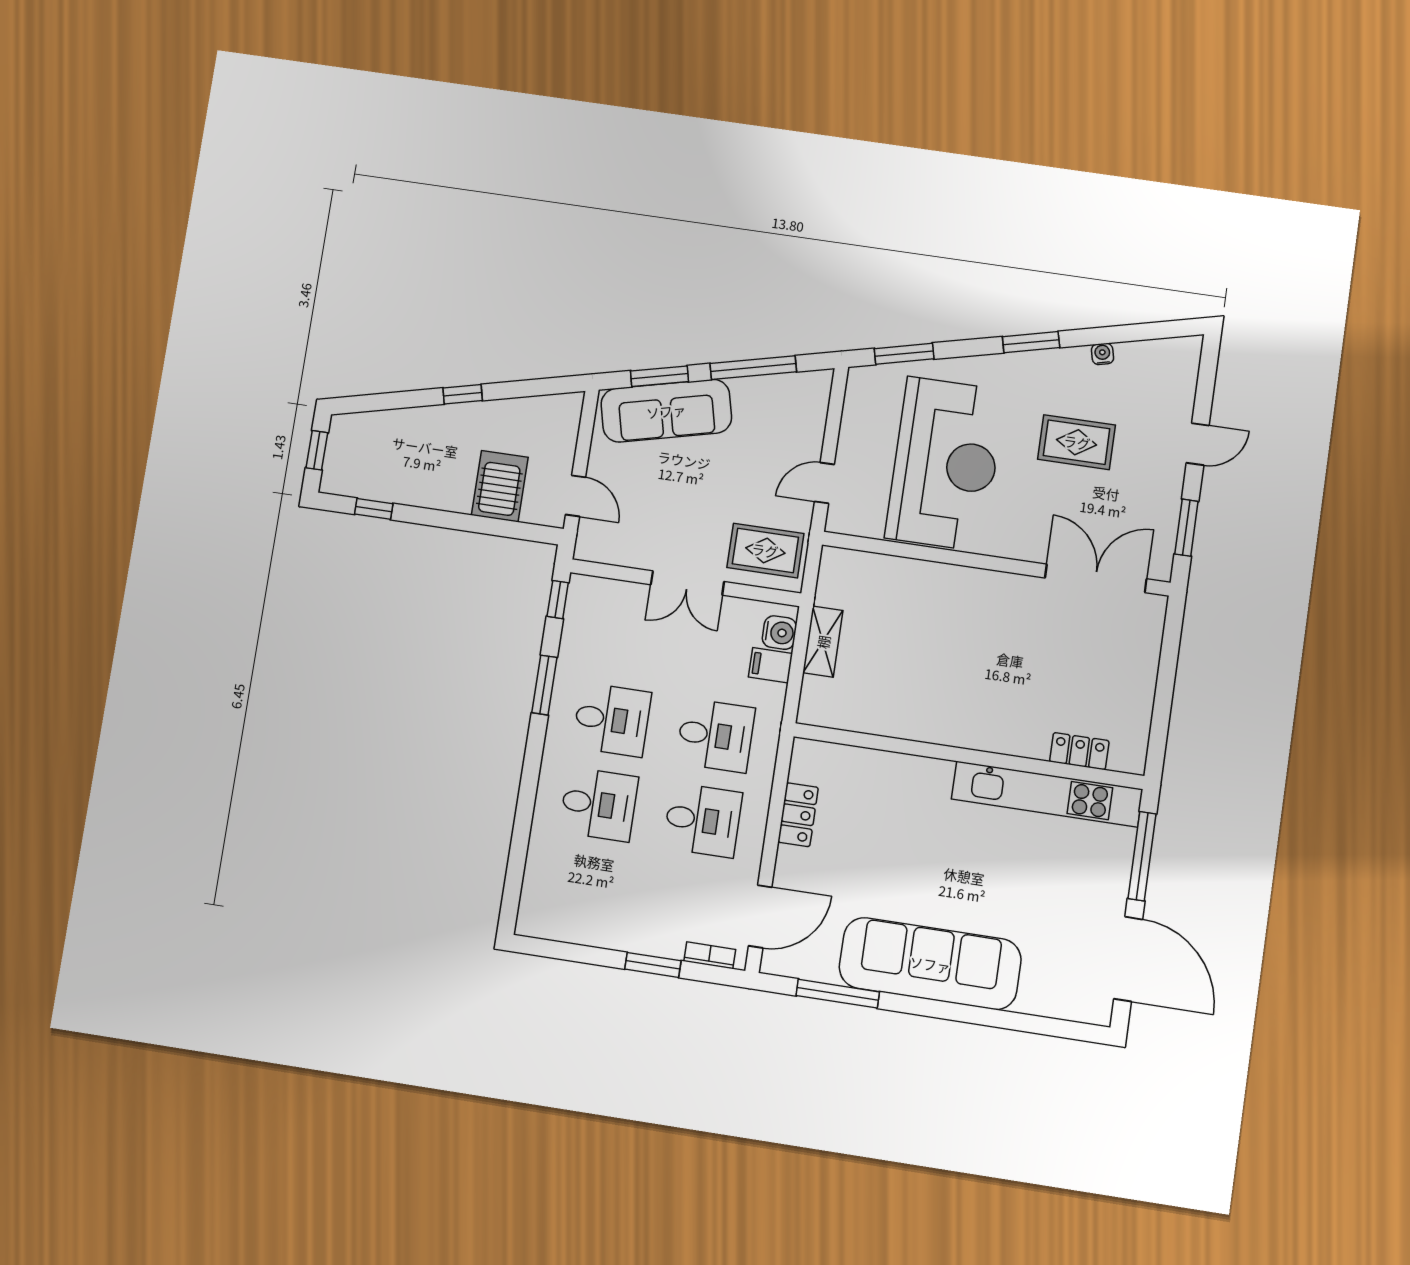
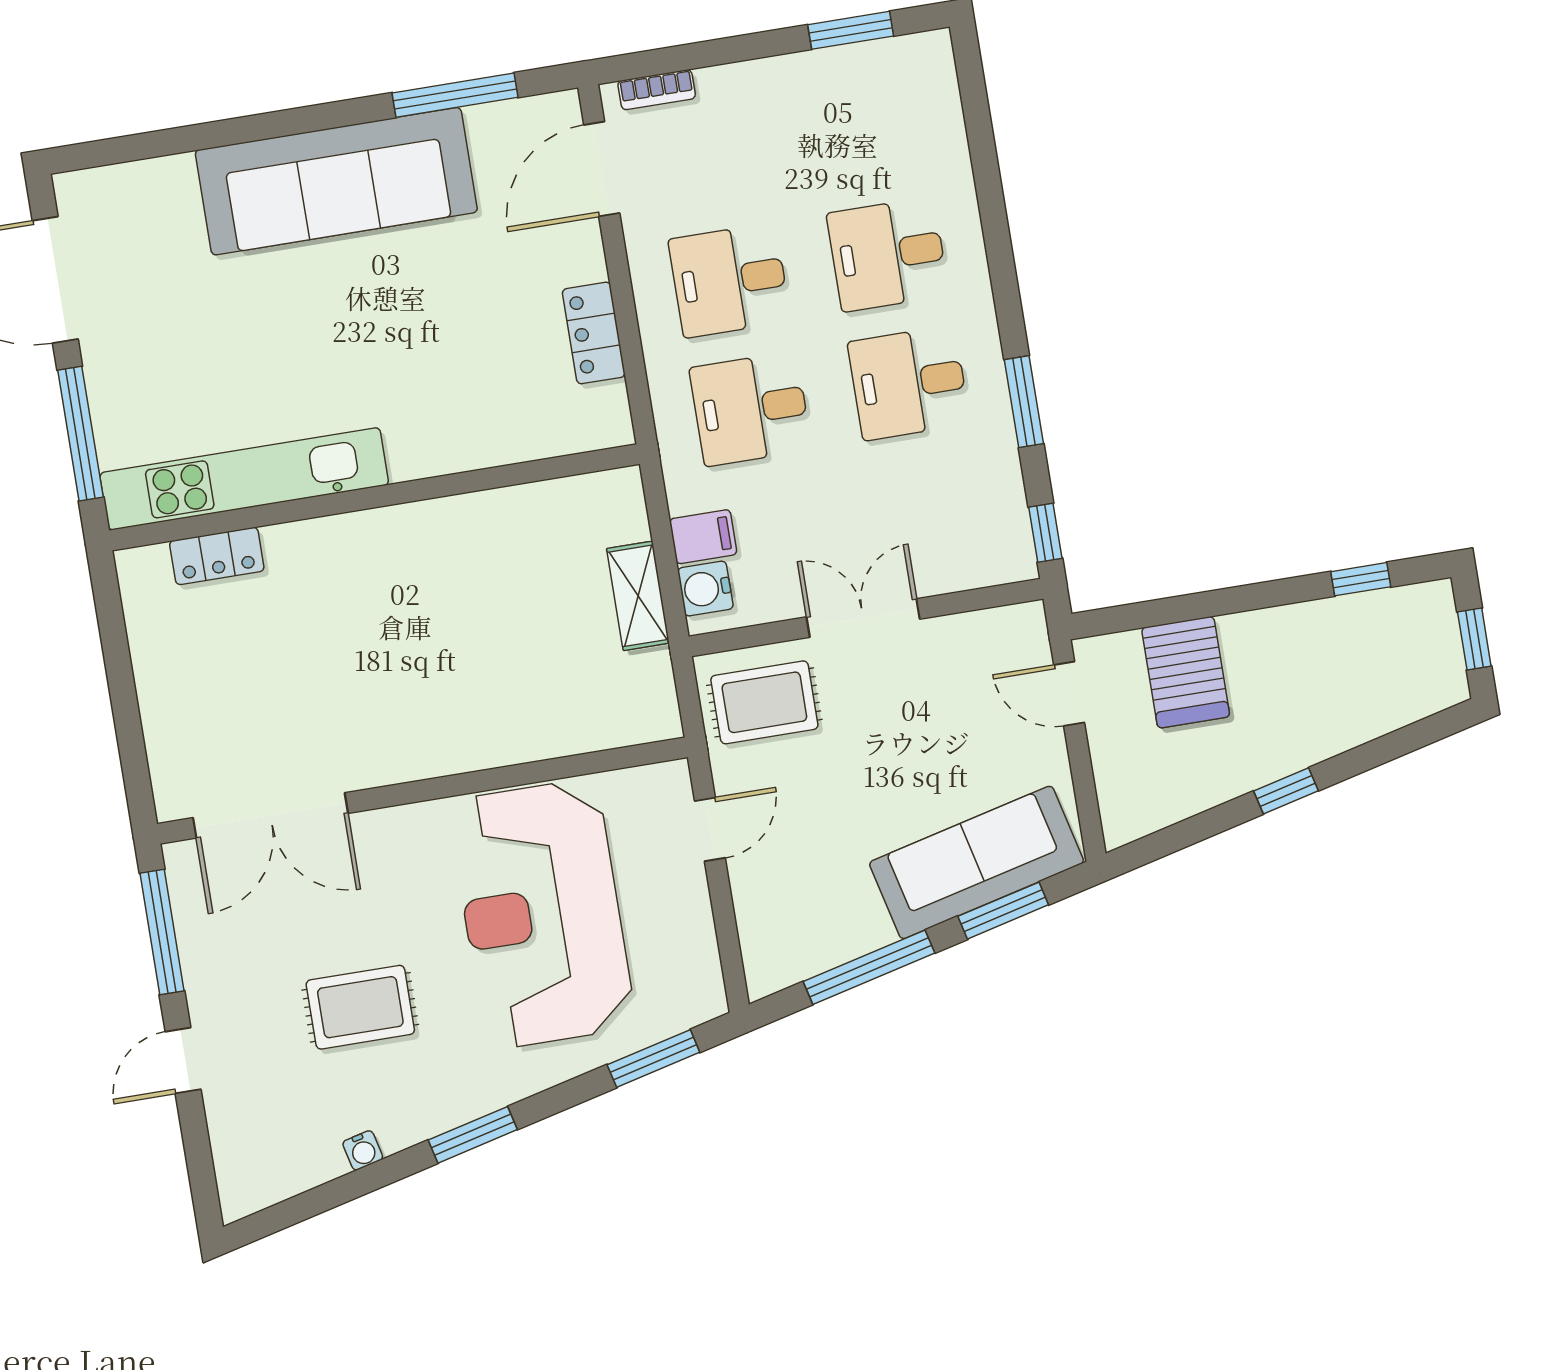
window: (1186, 528) -> (162, 932), width x1.44
window: (653, 965) -> (851, 30), moved

